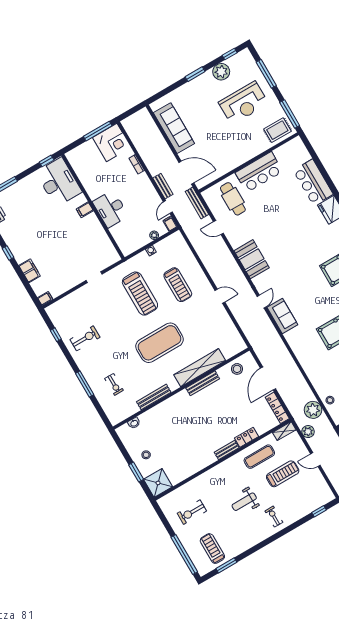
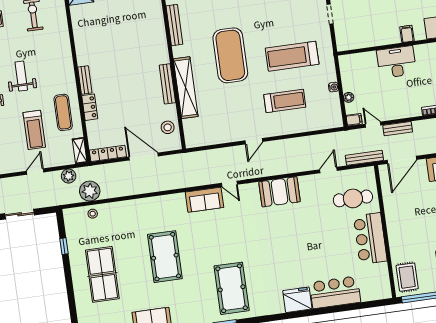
treadmill: (178, 285) -> (285, 101), turned 180

